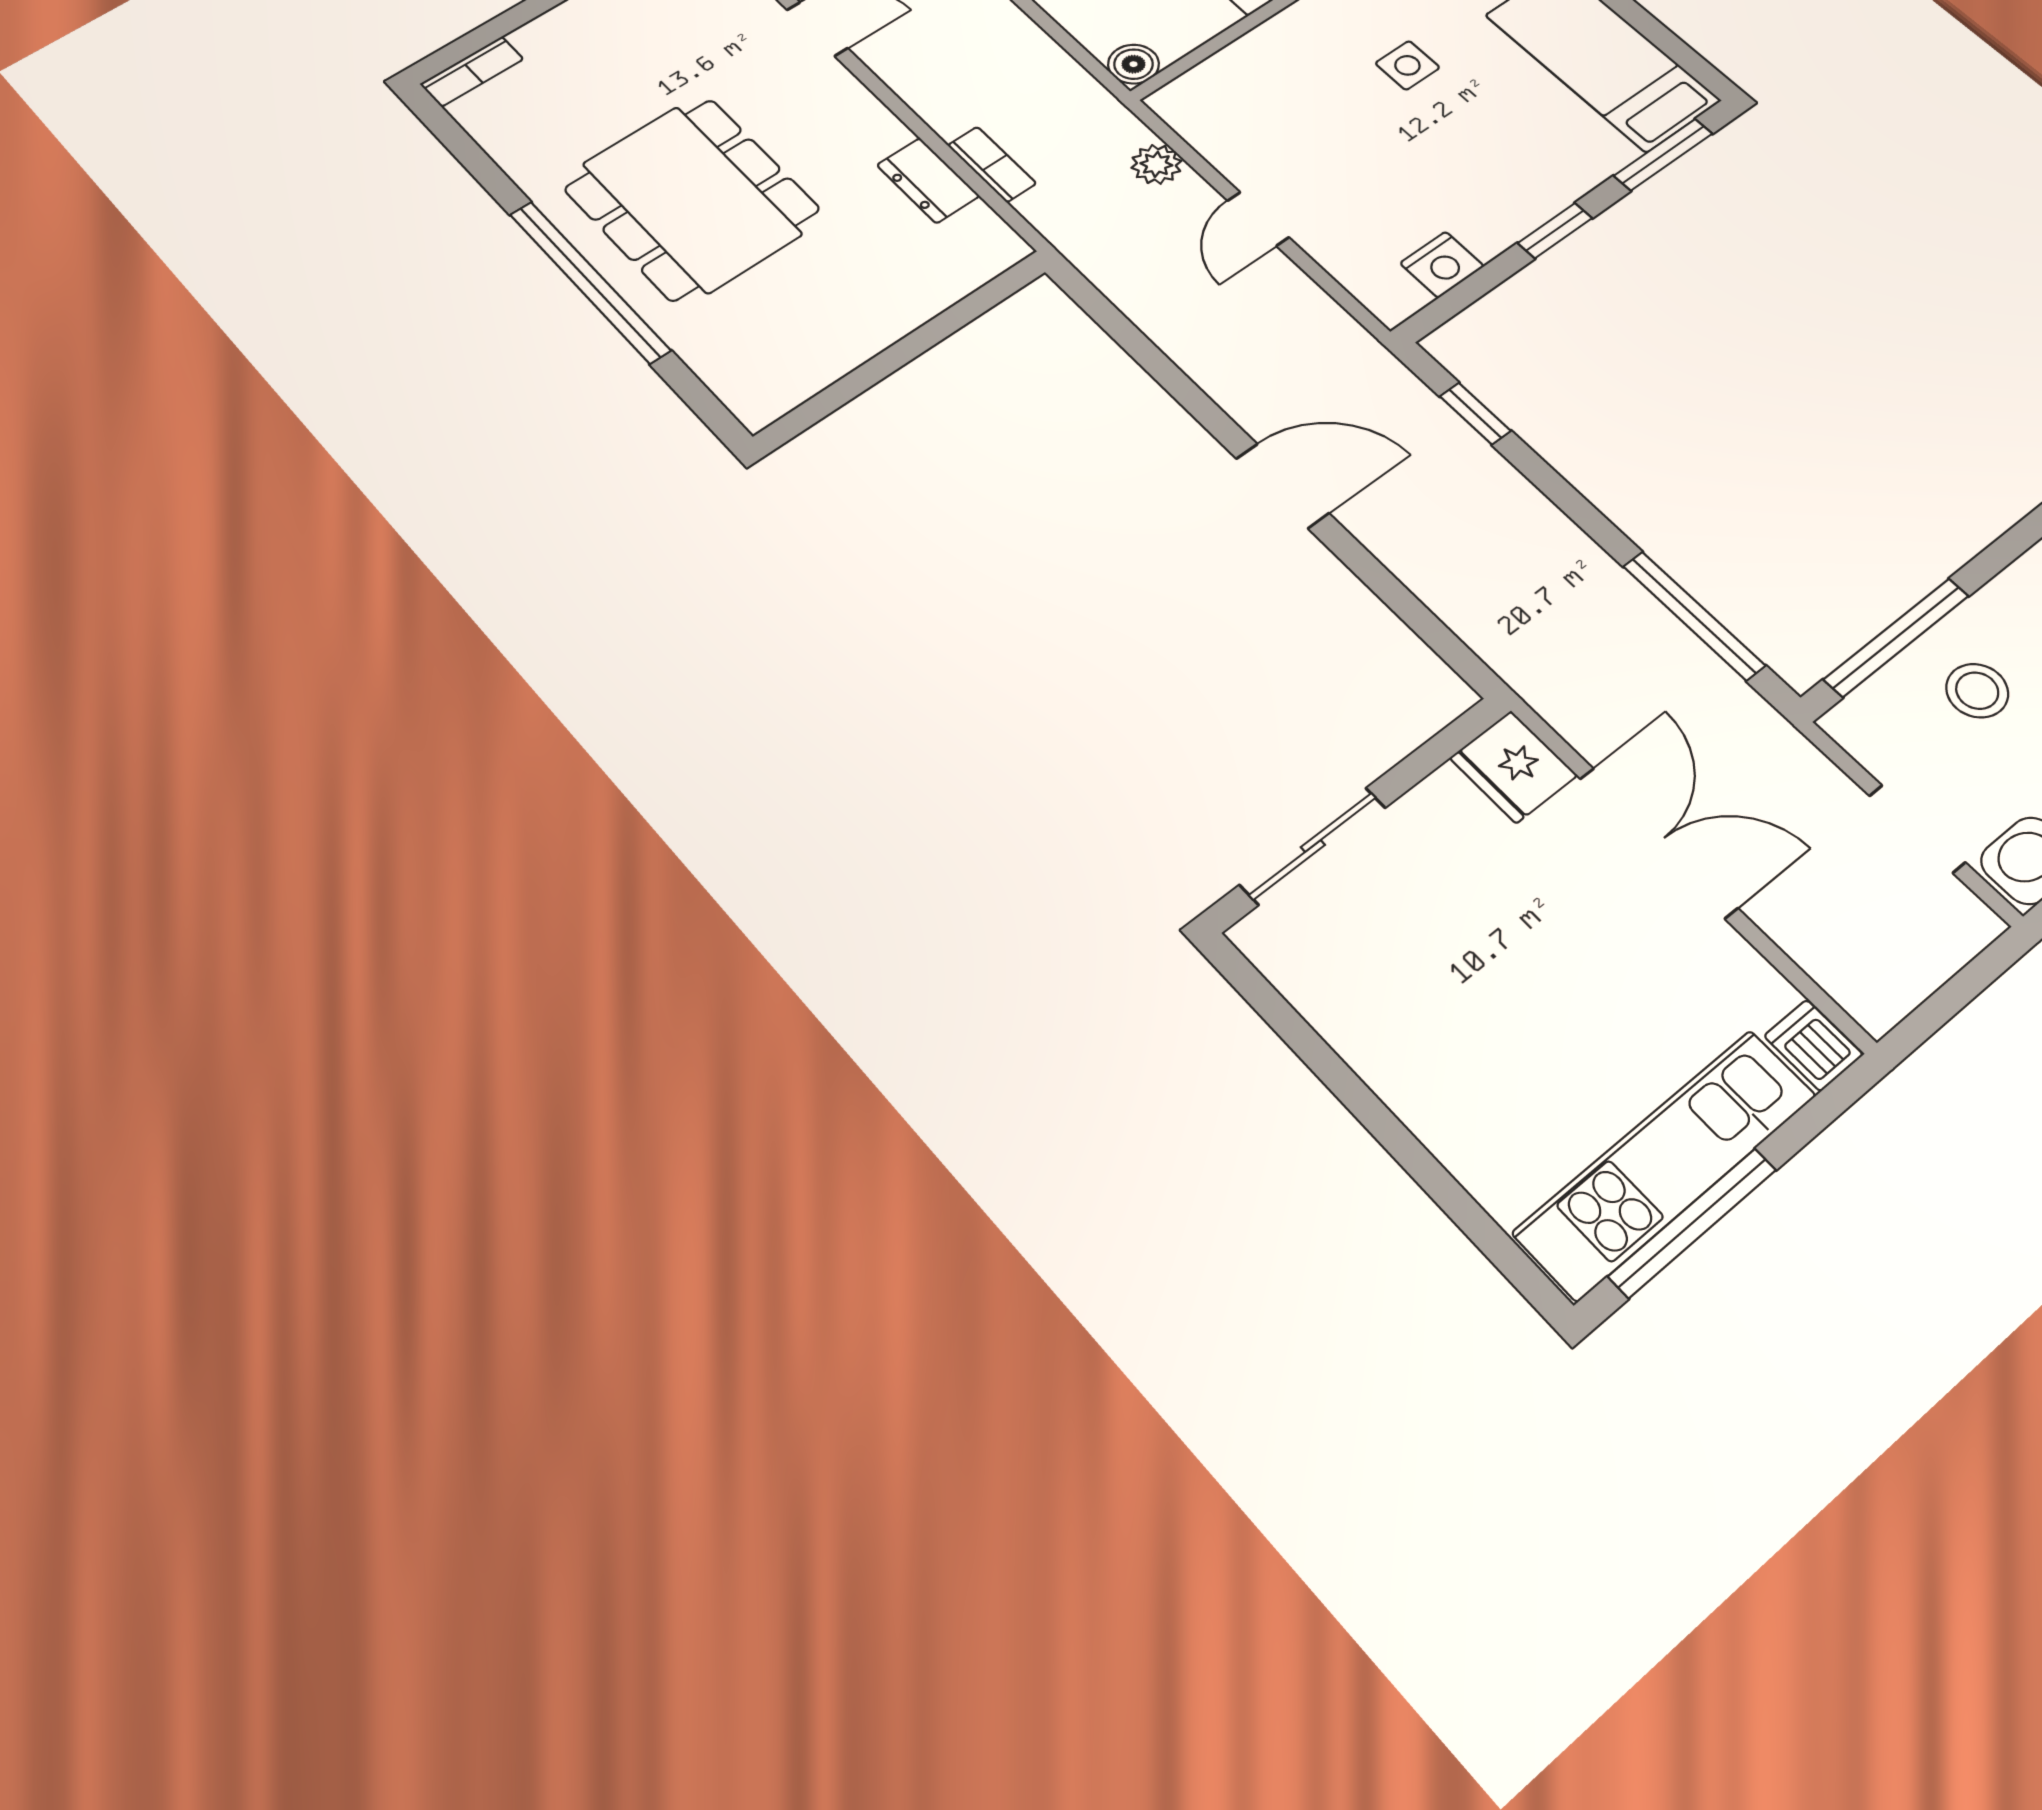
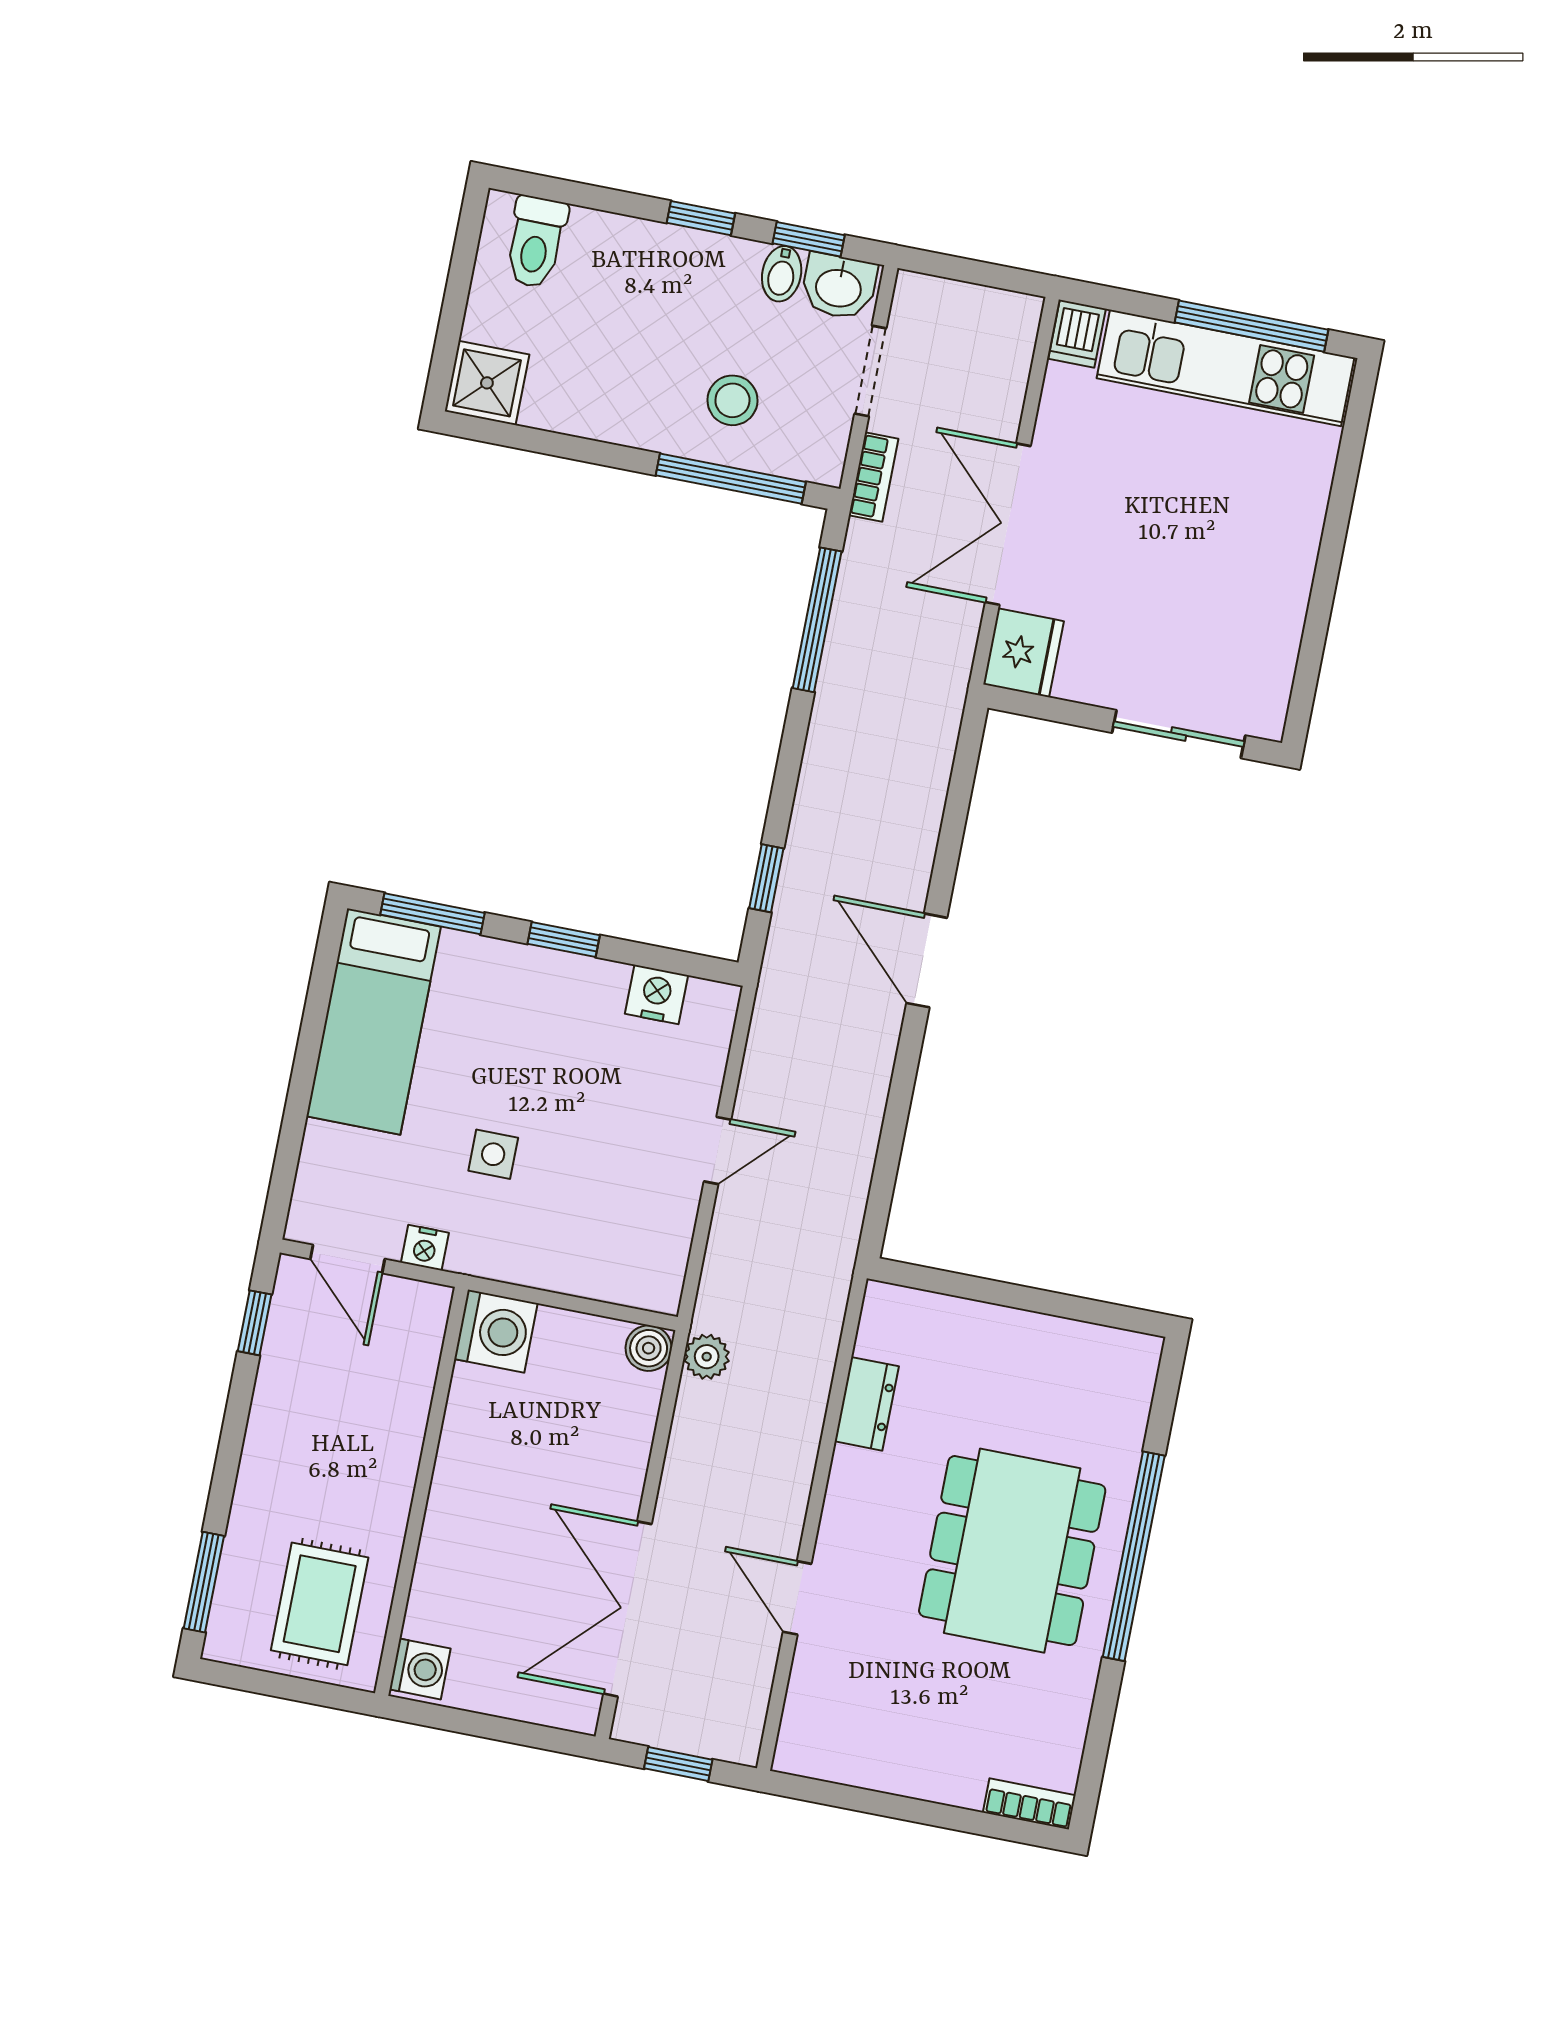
bookcase: (992, 164) -> (874, 477), moved, turned 180
plant: (1156, 164) -> (707, 1357), moved

